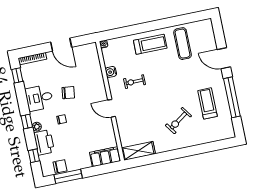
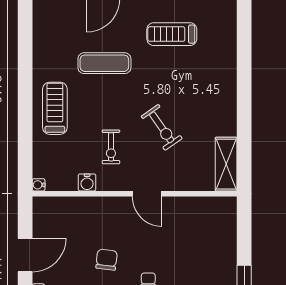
exercise mat: (183, 44) -> (104, 63), moved
door: (111, 108) -> (147, 194), hinge flipped
exercise bike: (178, 121) -> (162, 127), moved
filing cabinet: (105, 157) -> (224, 221), removed

